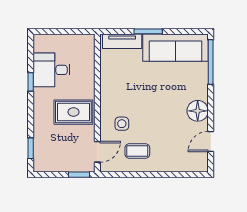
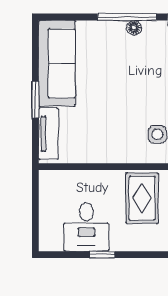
window: (211, 62) -> (127, 17), moved
floor lamp: (198, 111) -> (134, 28), width x0.53, depth x0.53

